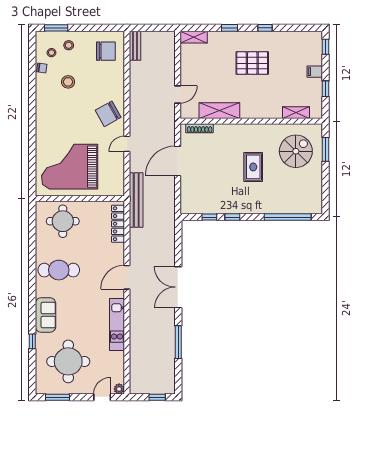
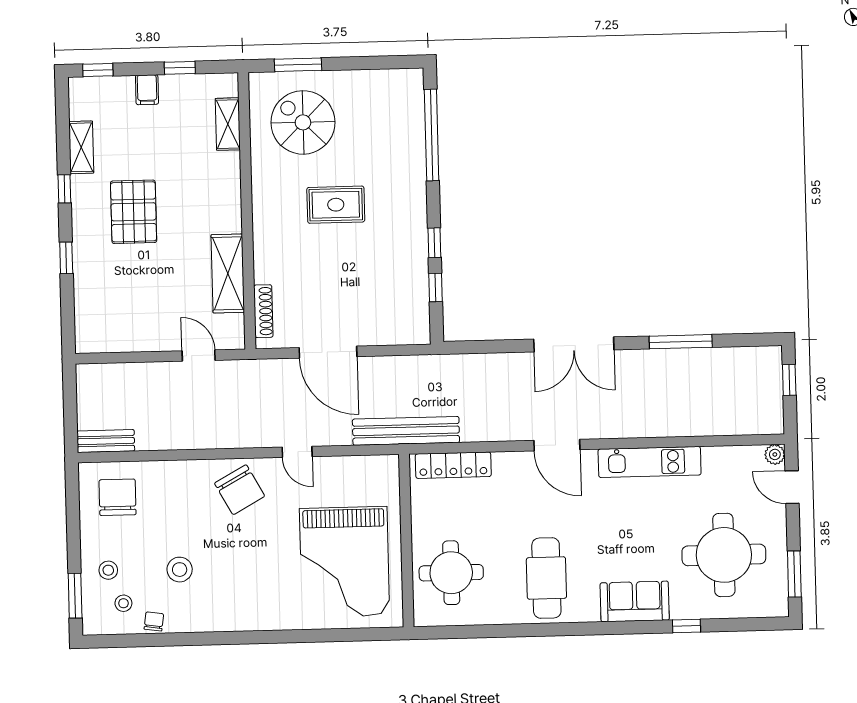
shelving: (194, 37) -> (81, 147), moved

